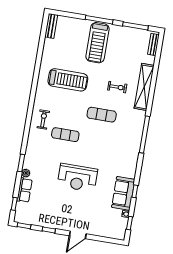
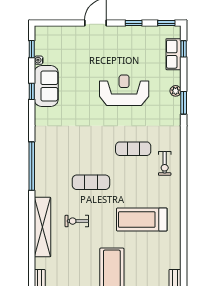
reception desk: (77, 178) -> (124, 90), moved
row of seats: (24, 190) -> (174, 54), moved

